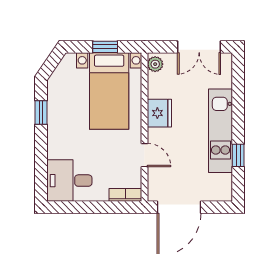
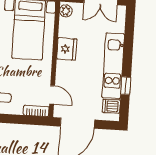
door: (144, 155) -> (52, 95), moved
dishwasher: (221, 183) -> (111, 106), added

